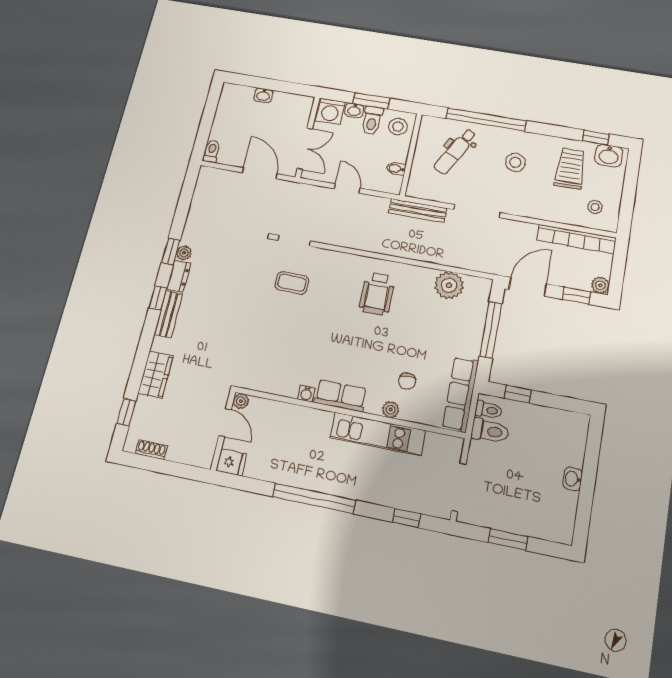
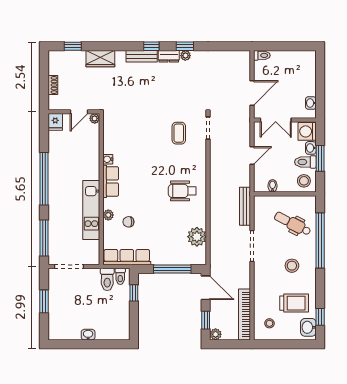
washbasin: (263, 95) -> (311, 103), moved
shoe rack: (151, 450) -> (53, 85), moved
window: (407, 518) -> (44, 238), width x2.17

